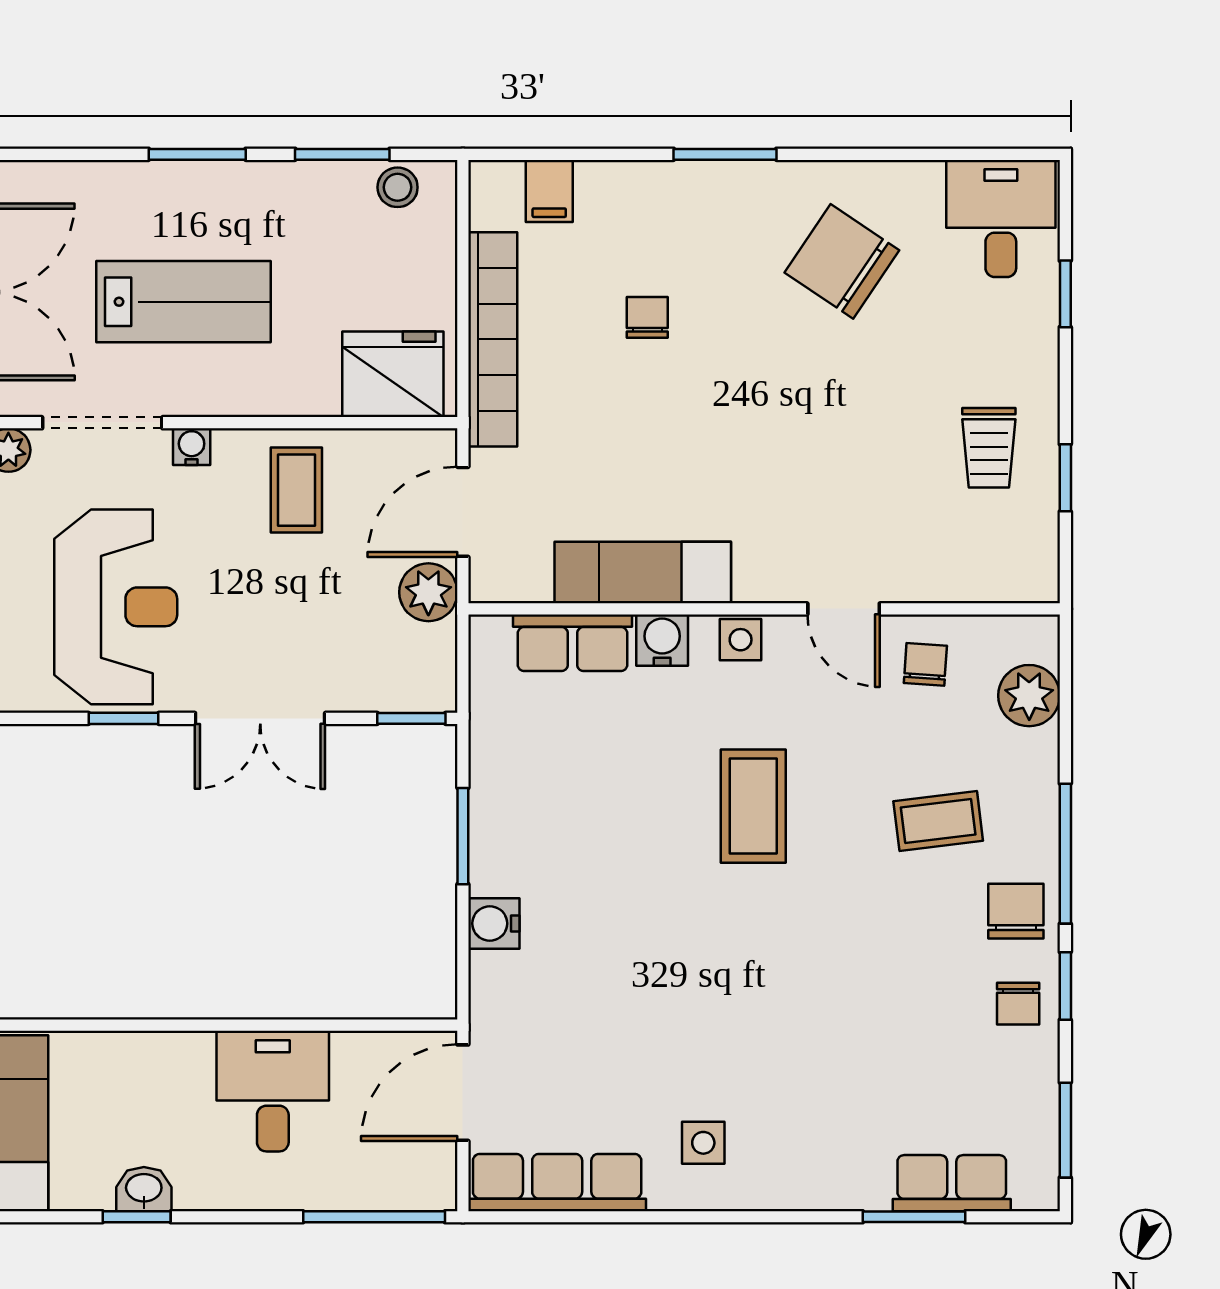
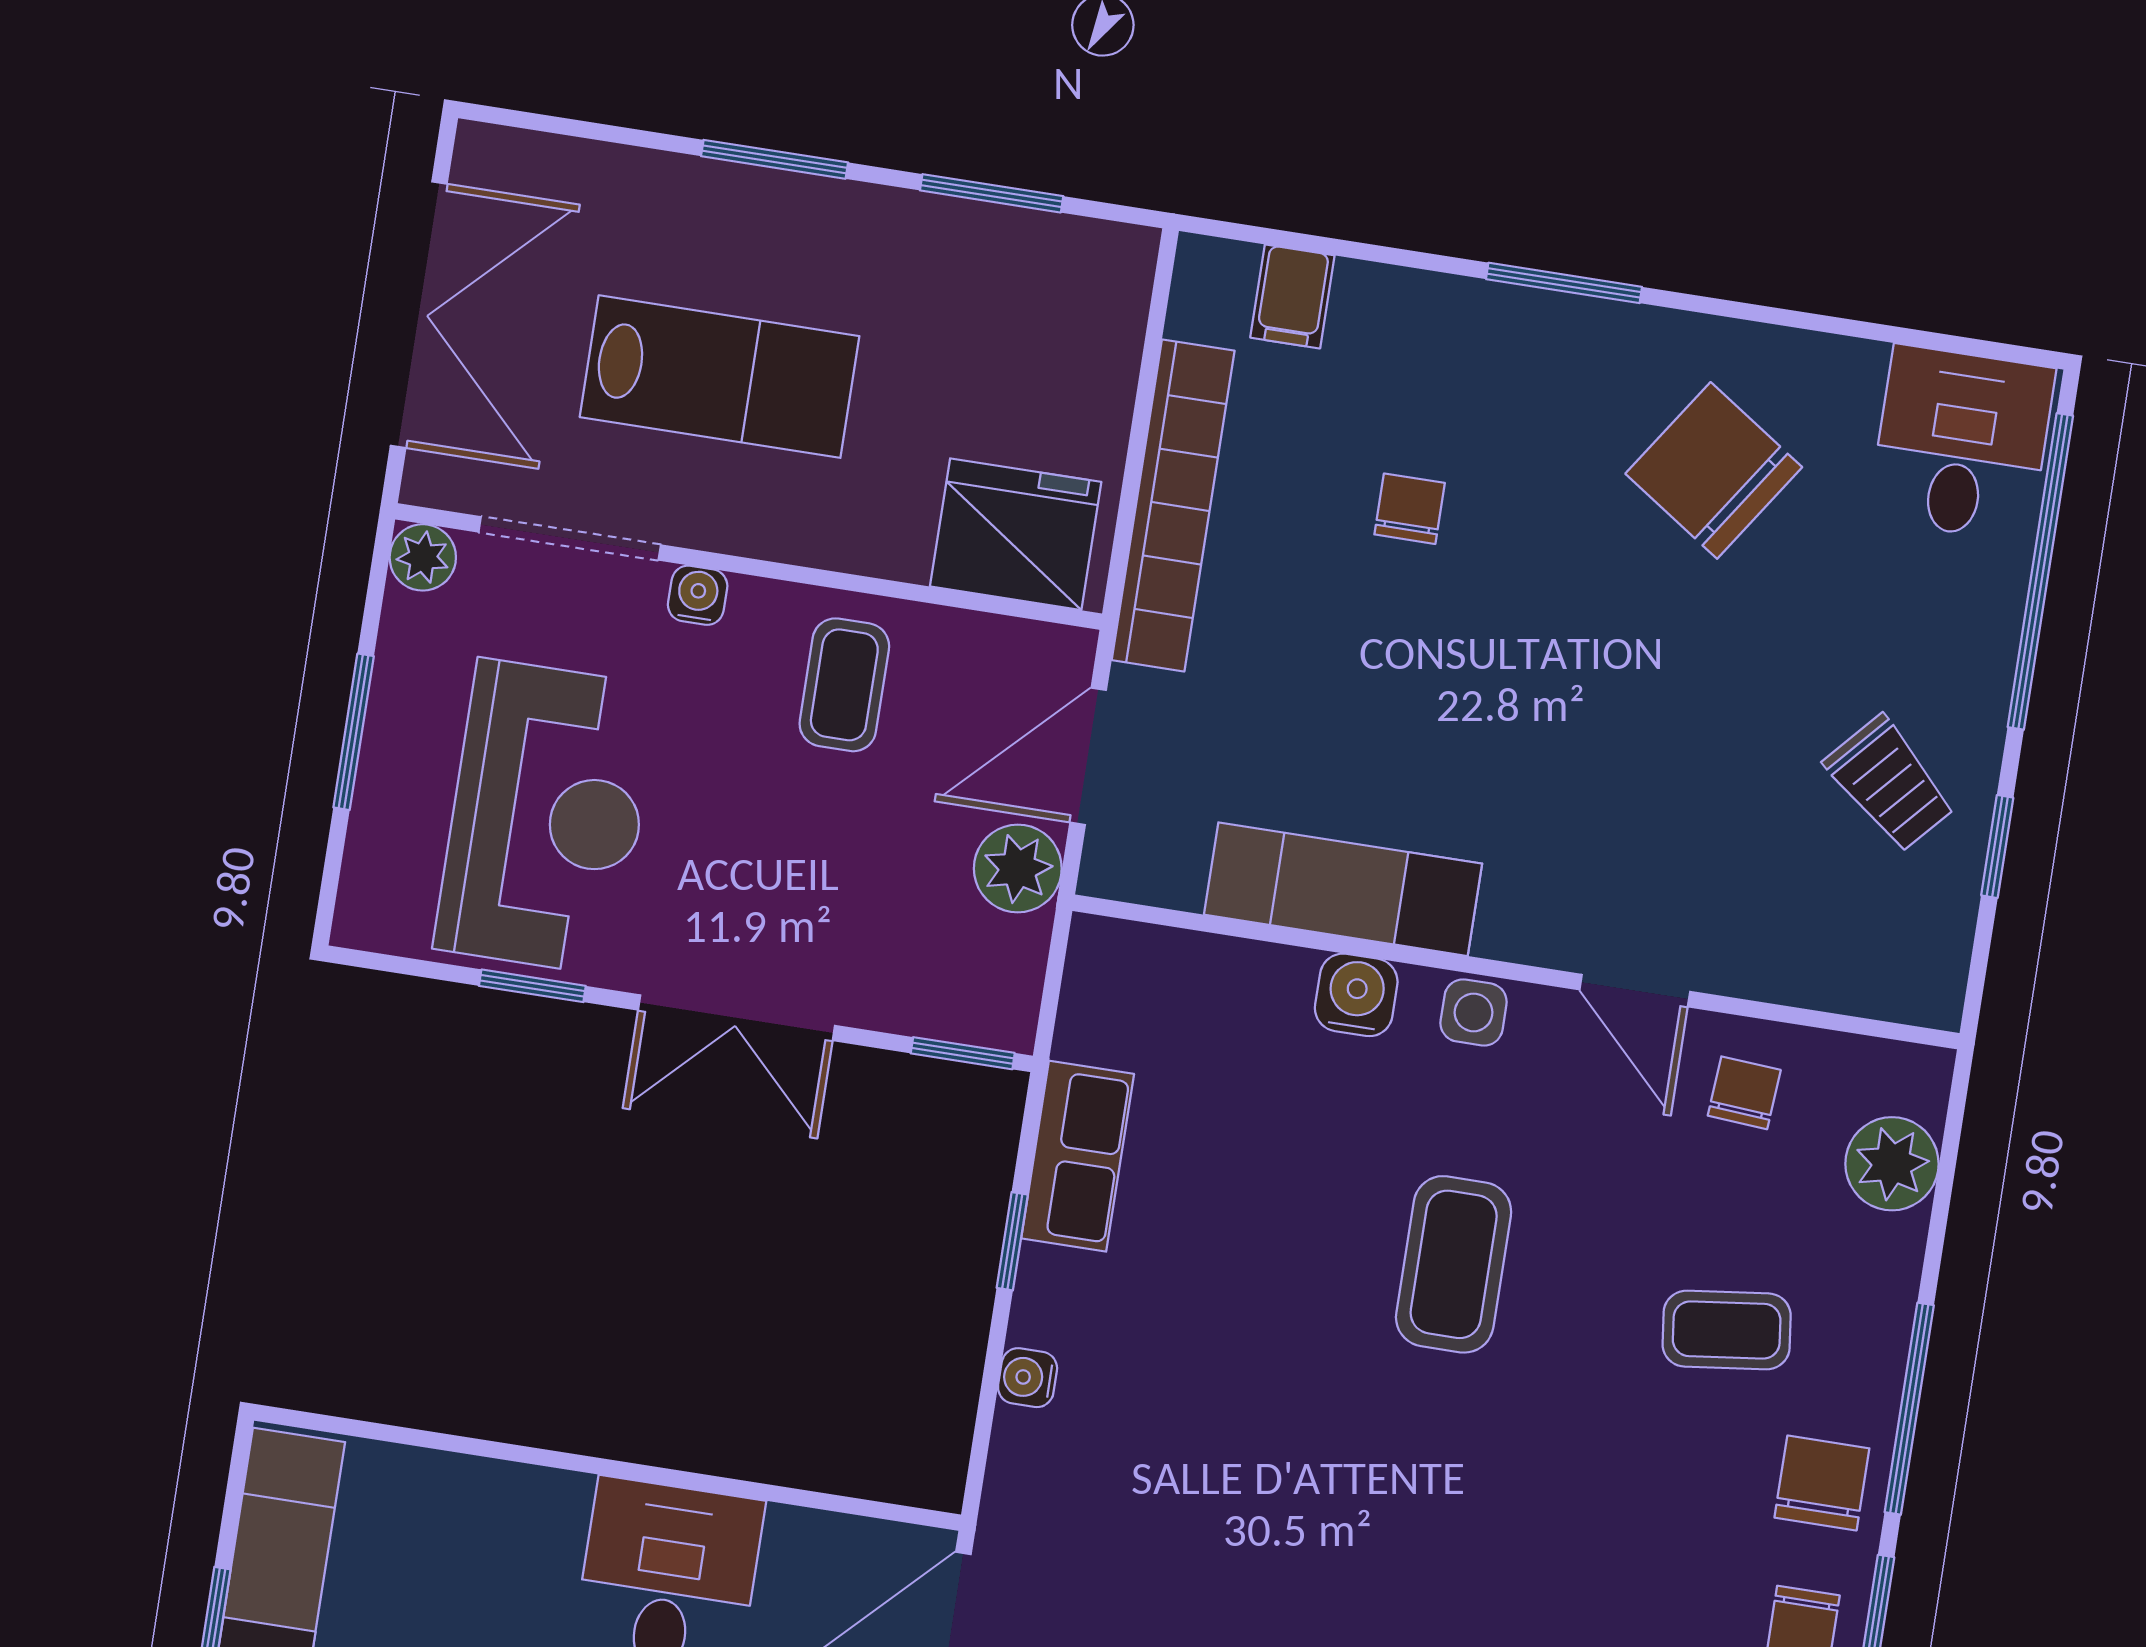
stool: (398, 187) -> (1066, 256), removed
window: (1065, 294) -> (2040, 571), width x3.17
trolley: (989, 448) -> (1890, 784), turned -48
row of seats: (572, 643) -> (1078, 1156), moved, turned -90
window: (463, 836) -> (1012, 1241), width x0.67
water cooler: (494, 923) -> (1028, 1378), width x0.72, depth x0.72

